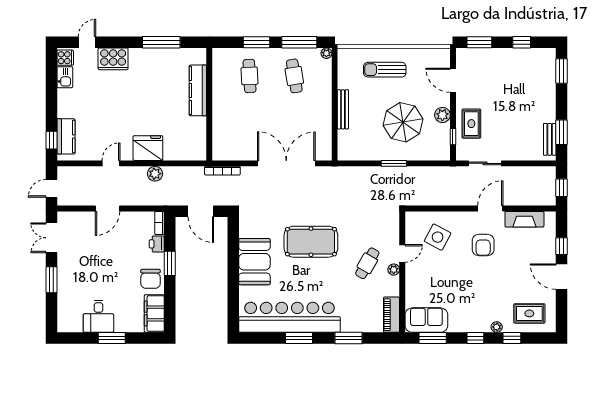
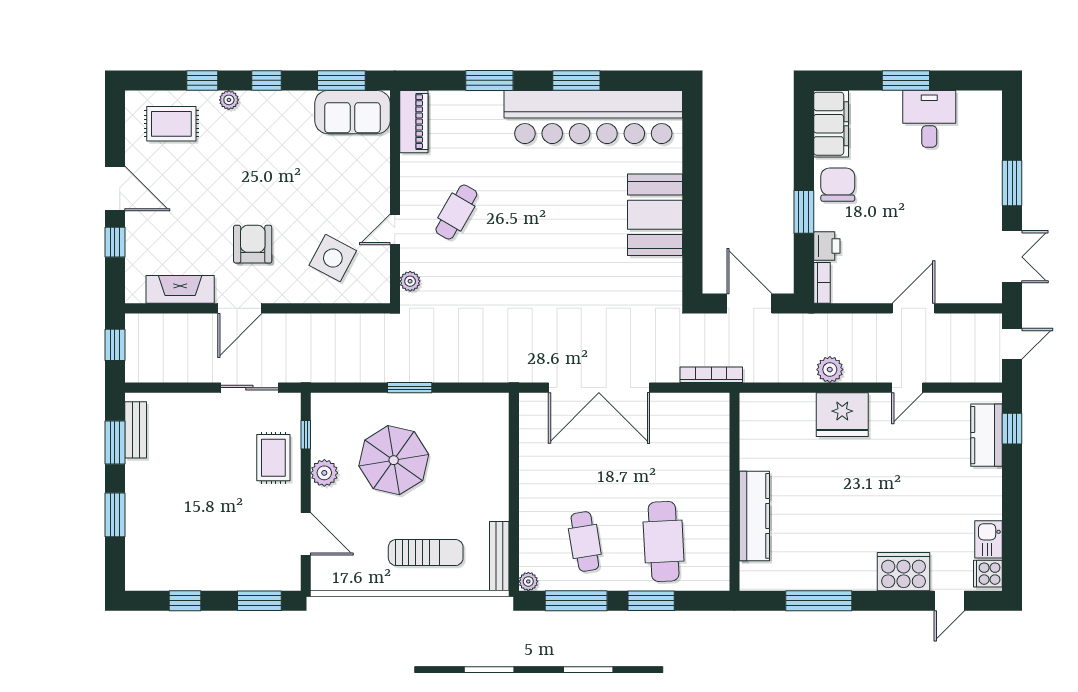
window: (561, 71) -> (115, 515), moved
cafe table: (250, 76) -> (664, 542), width x1.37, depth x1.35
bench: (343, 109) -> (499, 556), moved
pool table: (311, 242) -> (556, 250), removed
plant: (394, 270) -> (410, 281), moved

